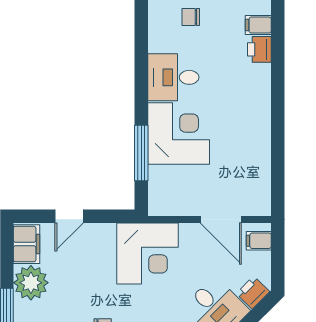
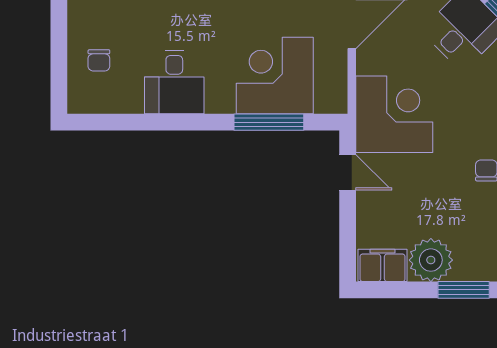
corner desk: (179, 134) -> (275, 76), moved
door: (69, 216) -> (348, 172), moved

